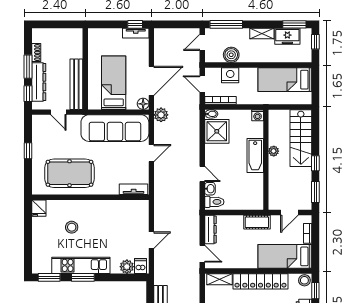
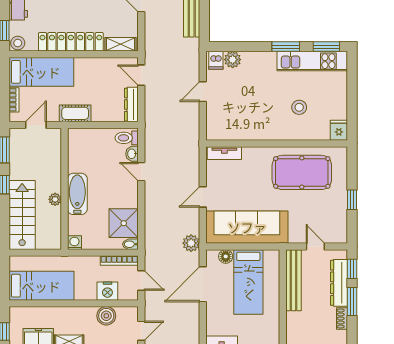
floor lamp: (143, 104) -> (226, 256), moved
kitchen unit: (81, 265) -> (312, 61), moved

